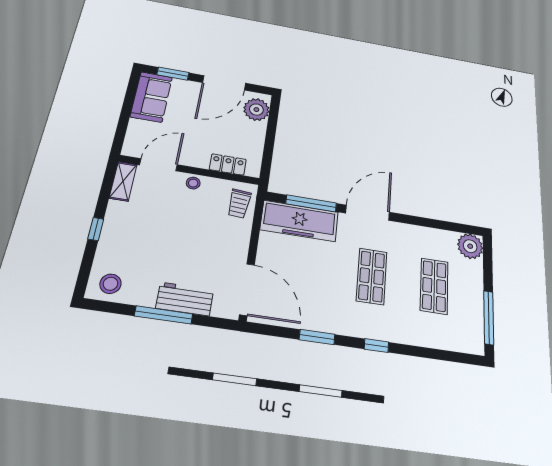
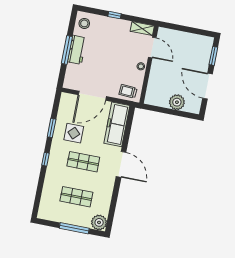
sofa: (151, 97) -> (197, 43), removed
plant: (256, 110) -> (177, 102), moved
locker: (228, 164) -> (152, 86), removed
window: (311, 203) -> (127, 132), removed
door: (247, 289) -> (92, 96), moved
display table: (322, 295) -> (74, 133), added
workbench: (185, 299) -> (77, 50), moved
window: (489, 318) -> (74, 228), moved

